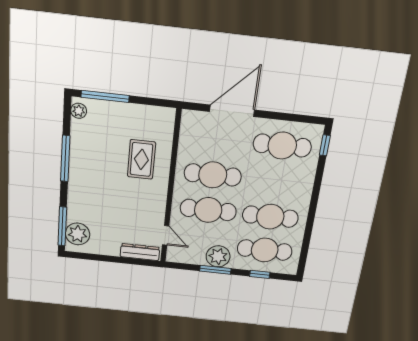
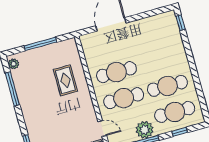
window: (105, 96) -> (40, 44), moved
cafe table: (282, 146) -> (153, 34), removed
window: (65, 159) -> (12, 89), moved

